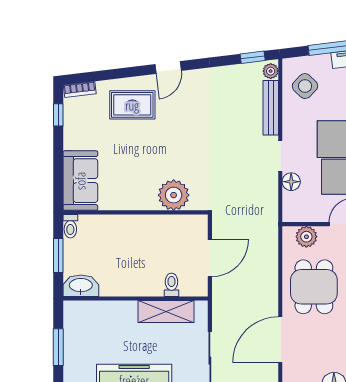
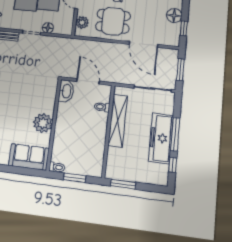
plant: (174, 195) -> (43, 123), moved
washbasin: (81, 286) -> (66, 91), moved, turned 180
shelving: (166, 312) -> (118, 121), width x1.47
window: (58, 347) -> (123, 184), moved

